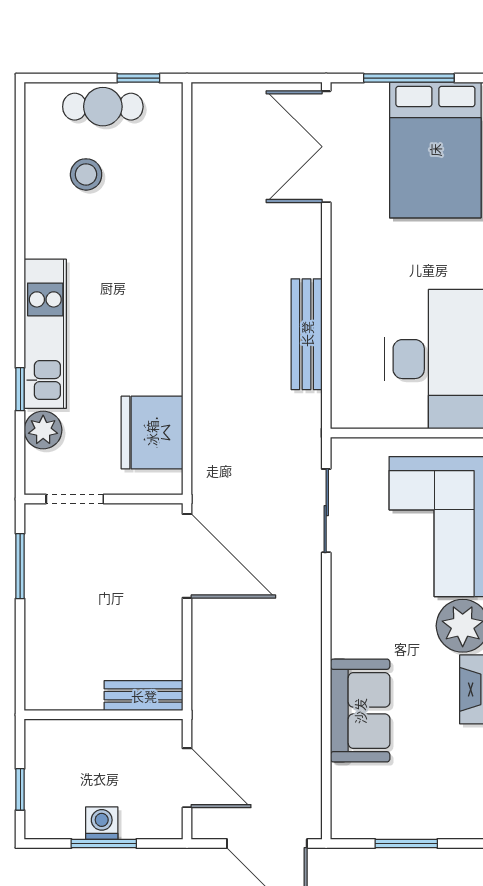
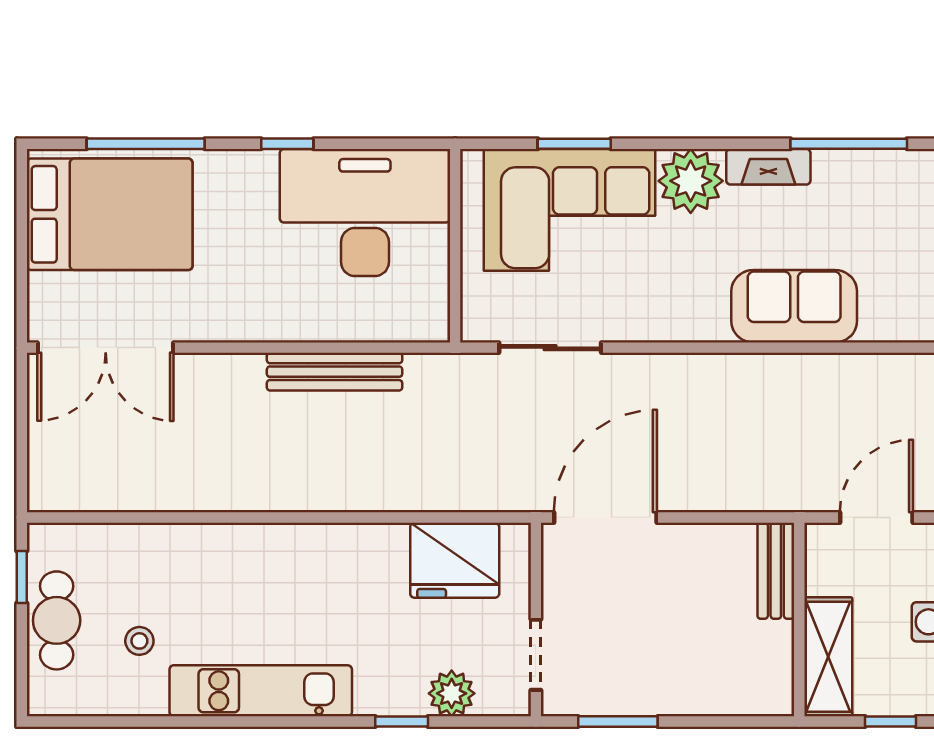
window: (409, 78) -> (22, 247), removed
stool: (86, 174) -> (139, 641), width x0.73, depth x0.73
kitchen unit: (45, 334) -> (261, 691), moved
shelving: (73, 738) -> (828, 657), added

